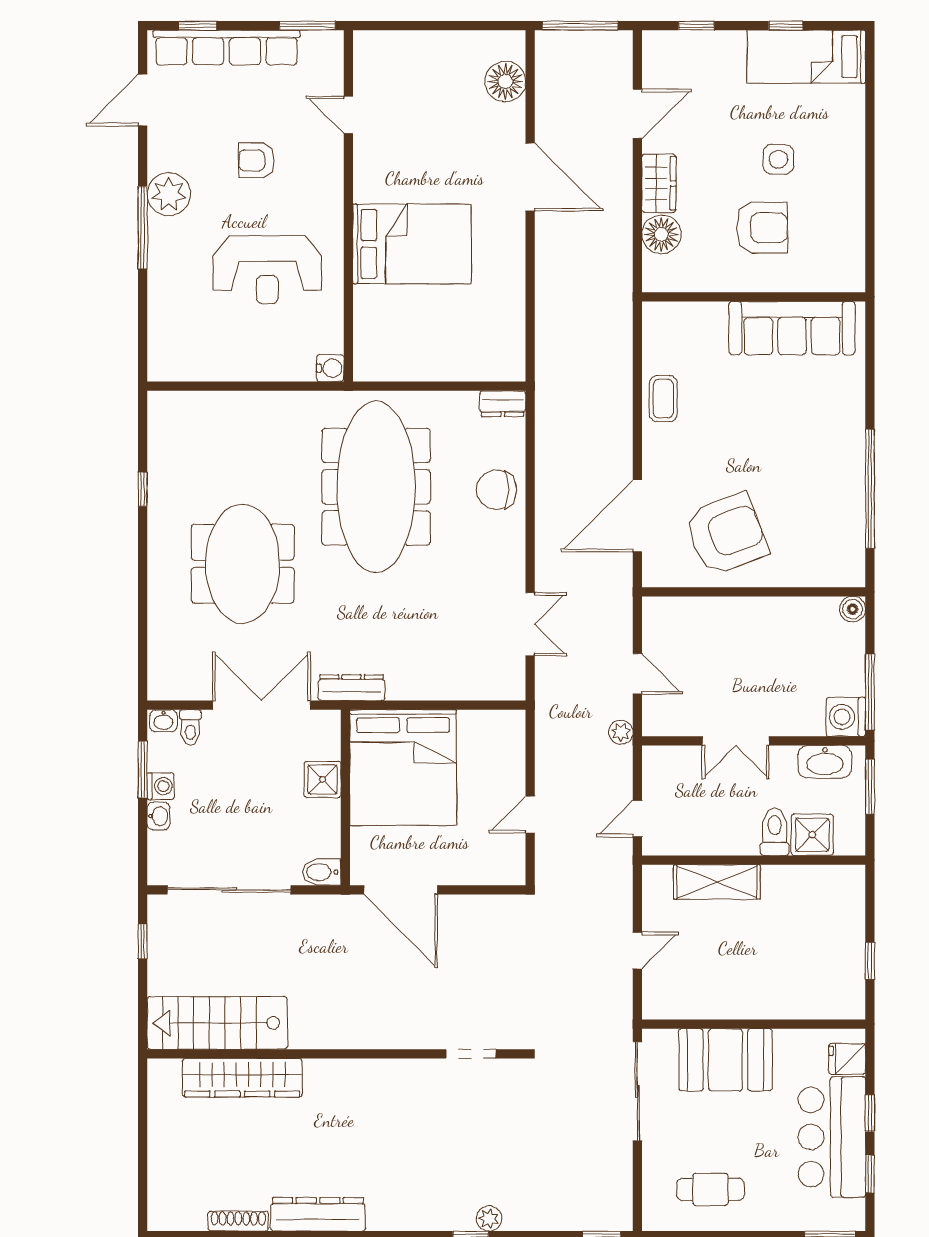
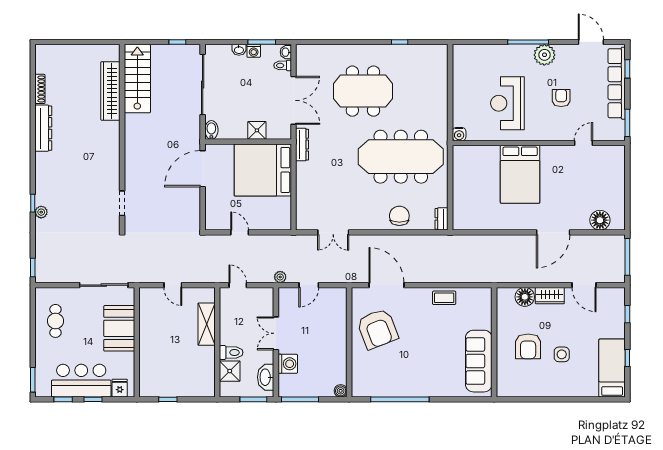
washing machine: (846, 717) -> (288, 364), moved, turned 90

